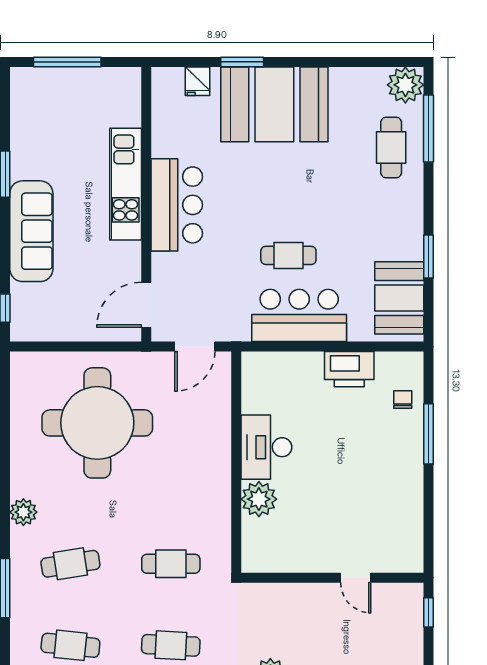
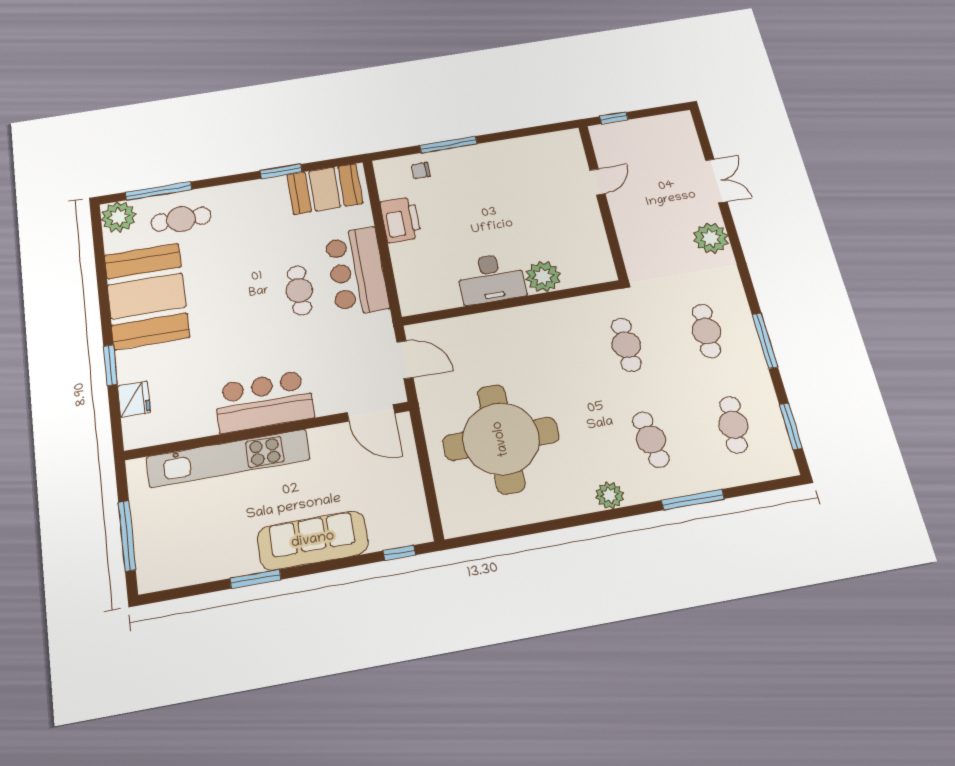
fridge: (197, 81) -> (134, 399), width x1.38
booth: (274, 104) -> (147, 296), moved
kitchen unit: (126, 184) -> (228, 458), width x1.36

